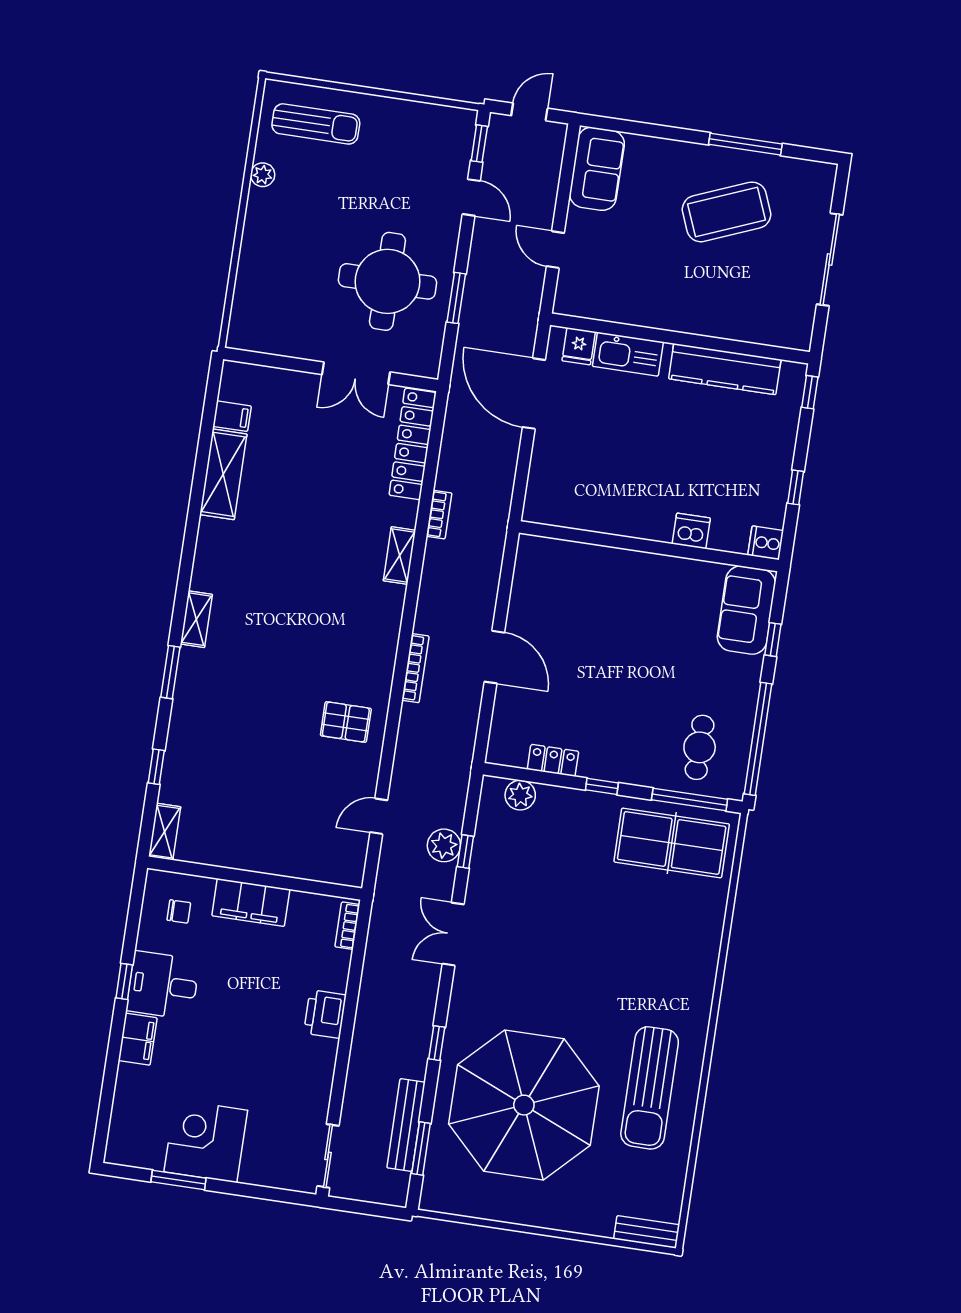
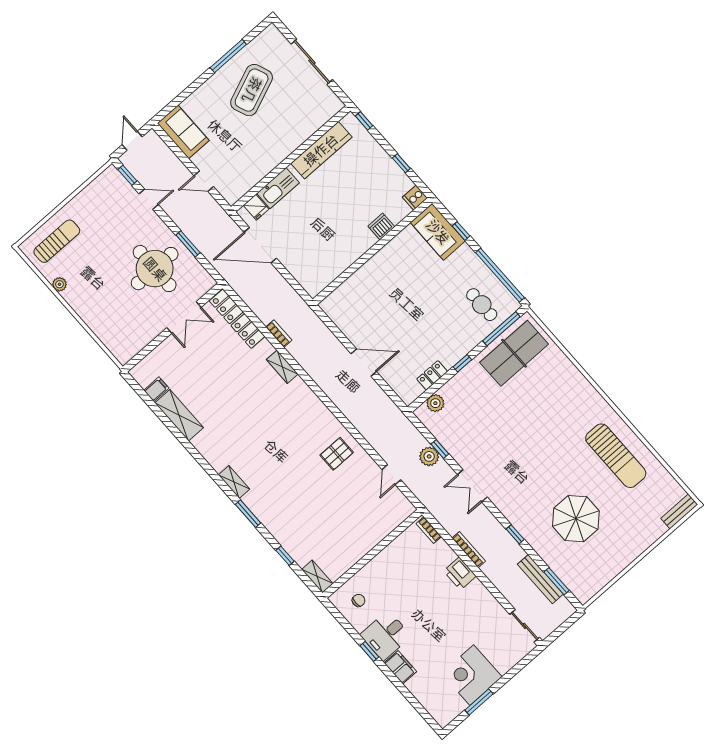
bookcase: (415, 668) -> (469, 550), moved
filing cabinet: (251, 902) -> (382, 565), removed
parasol: (524, 1105) -> (576, 519), width x0.54, depth x0.54

